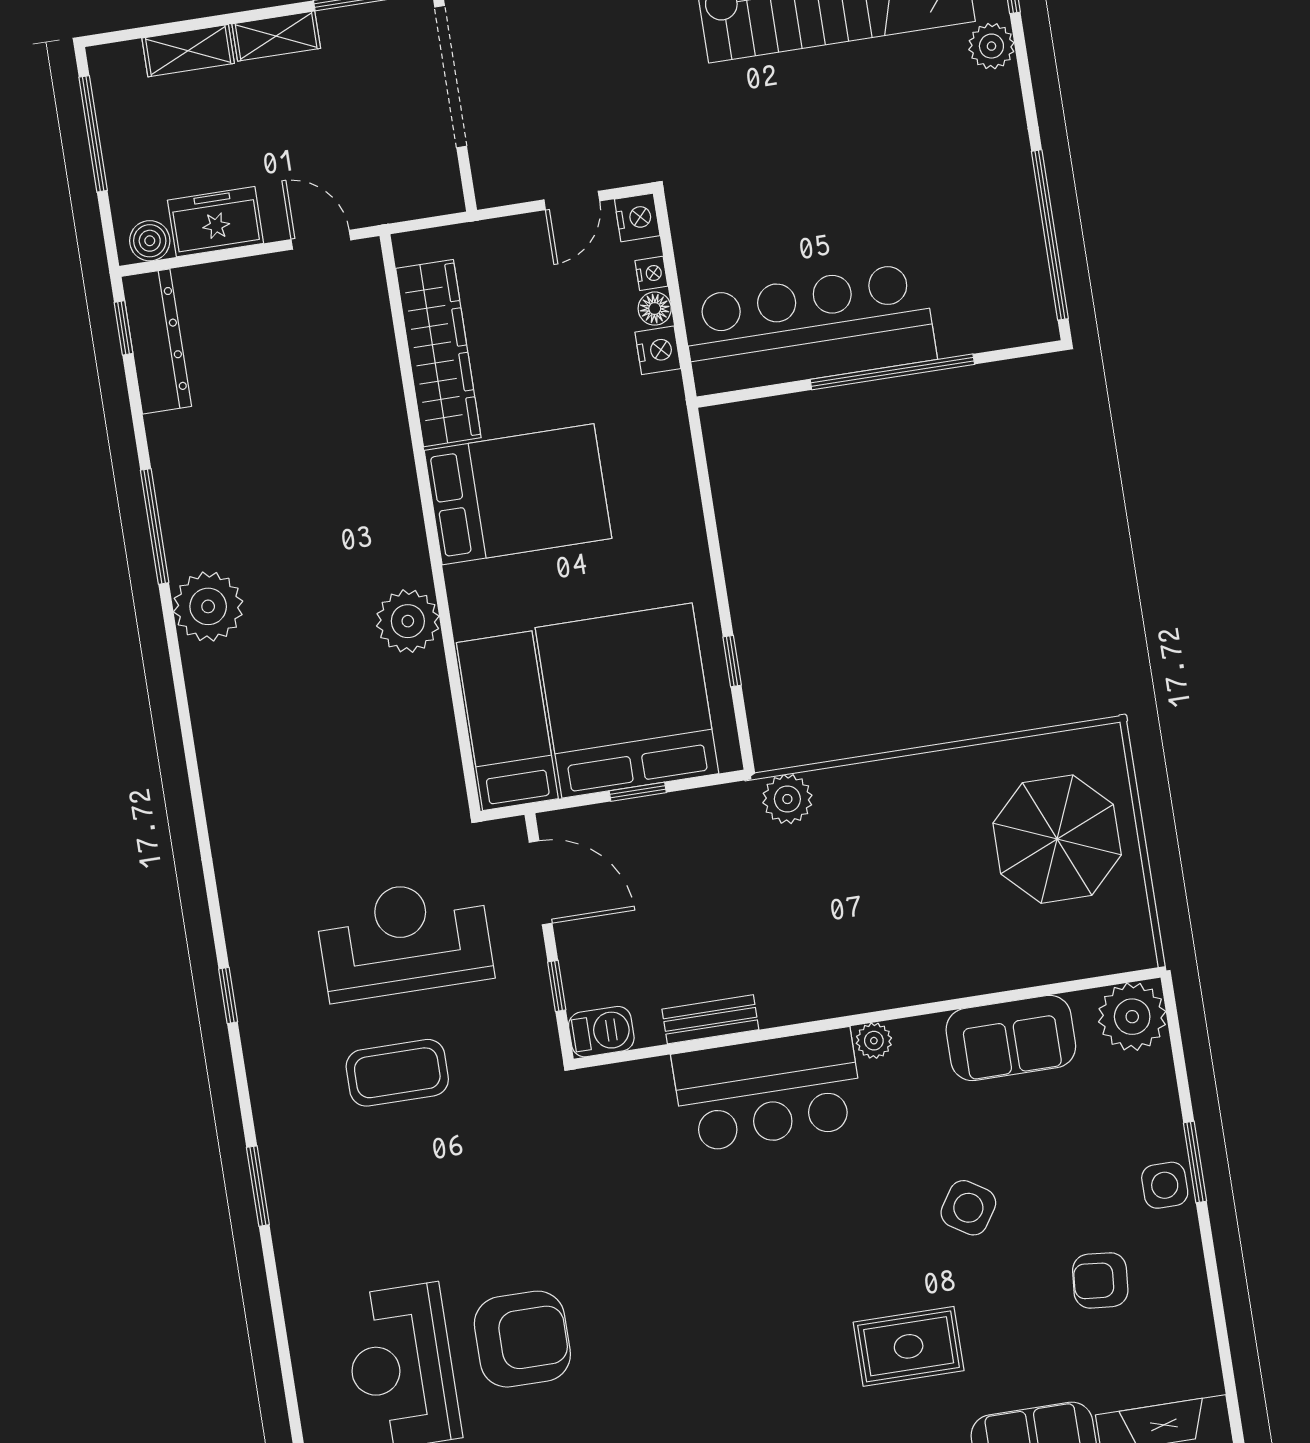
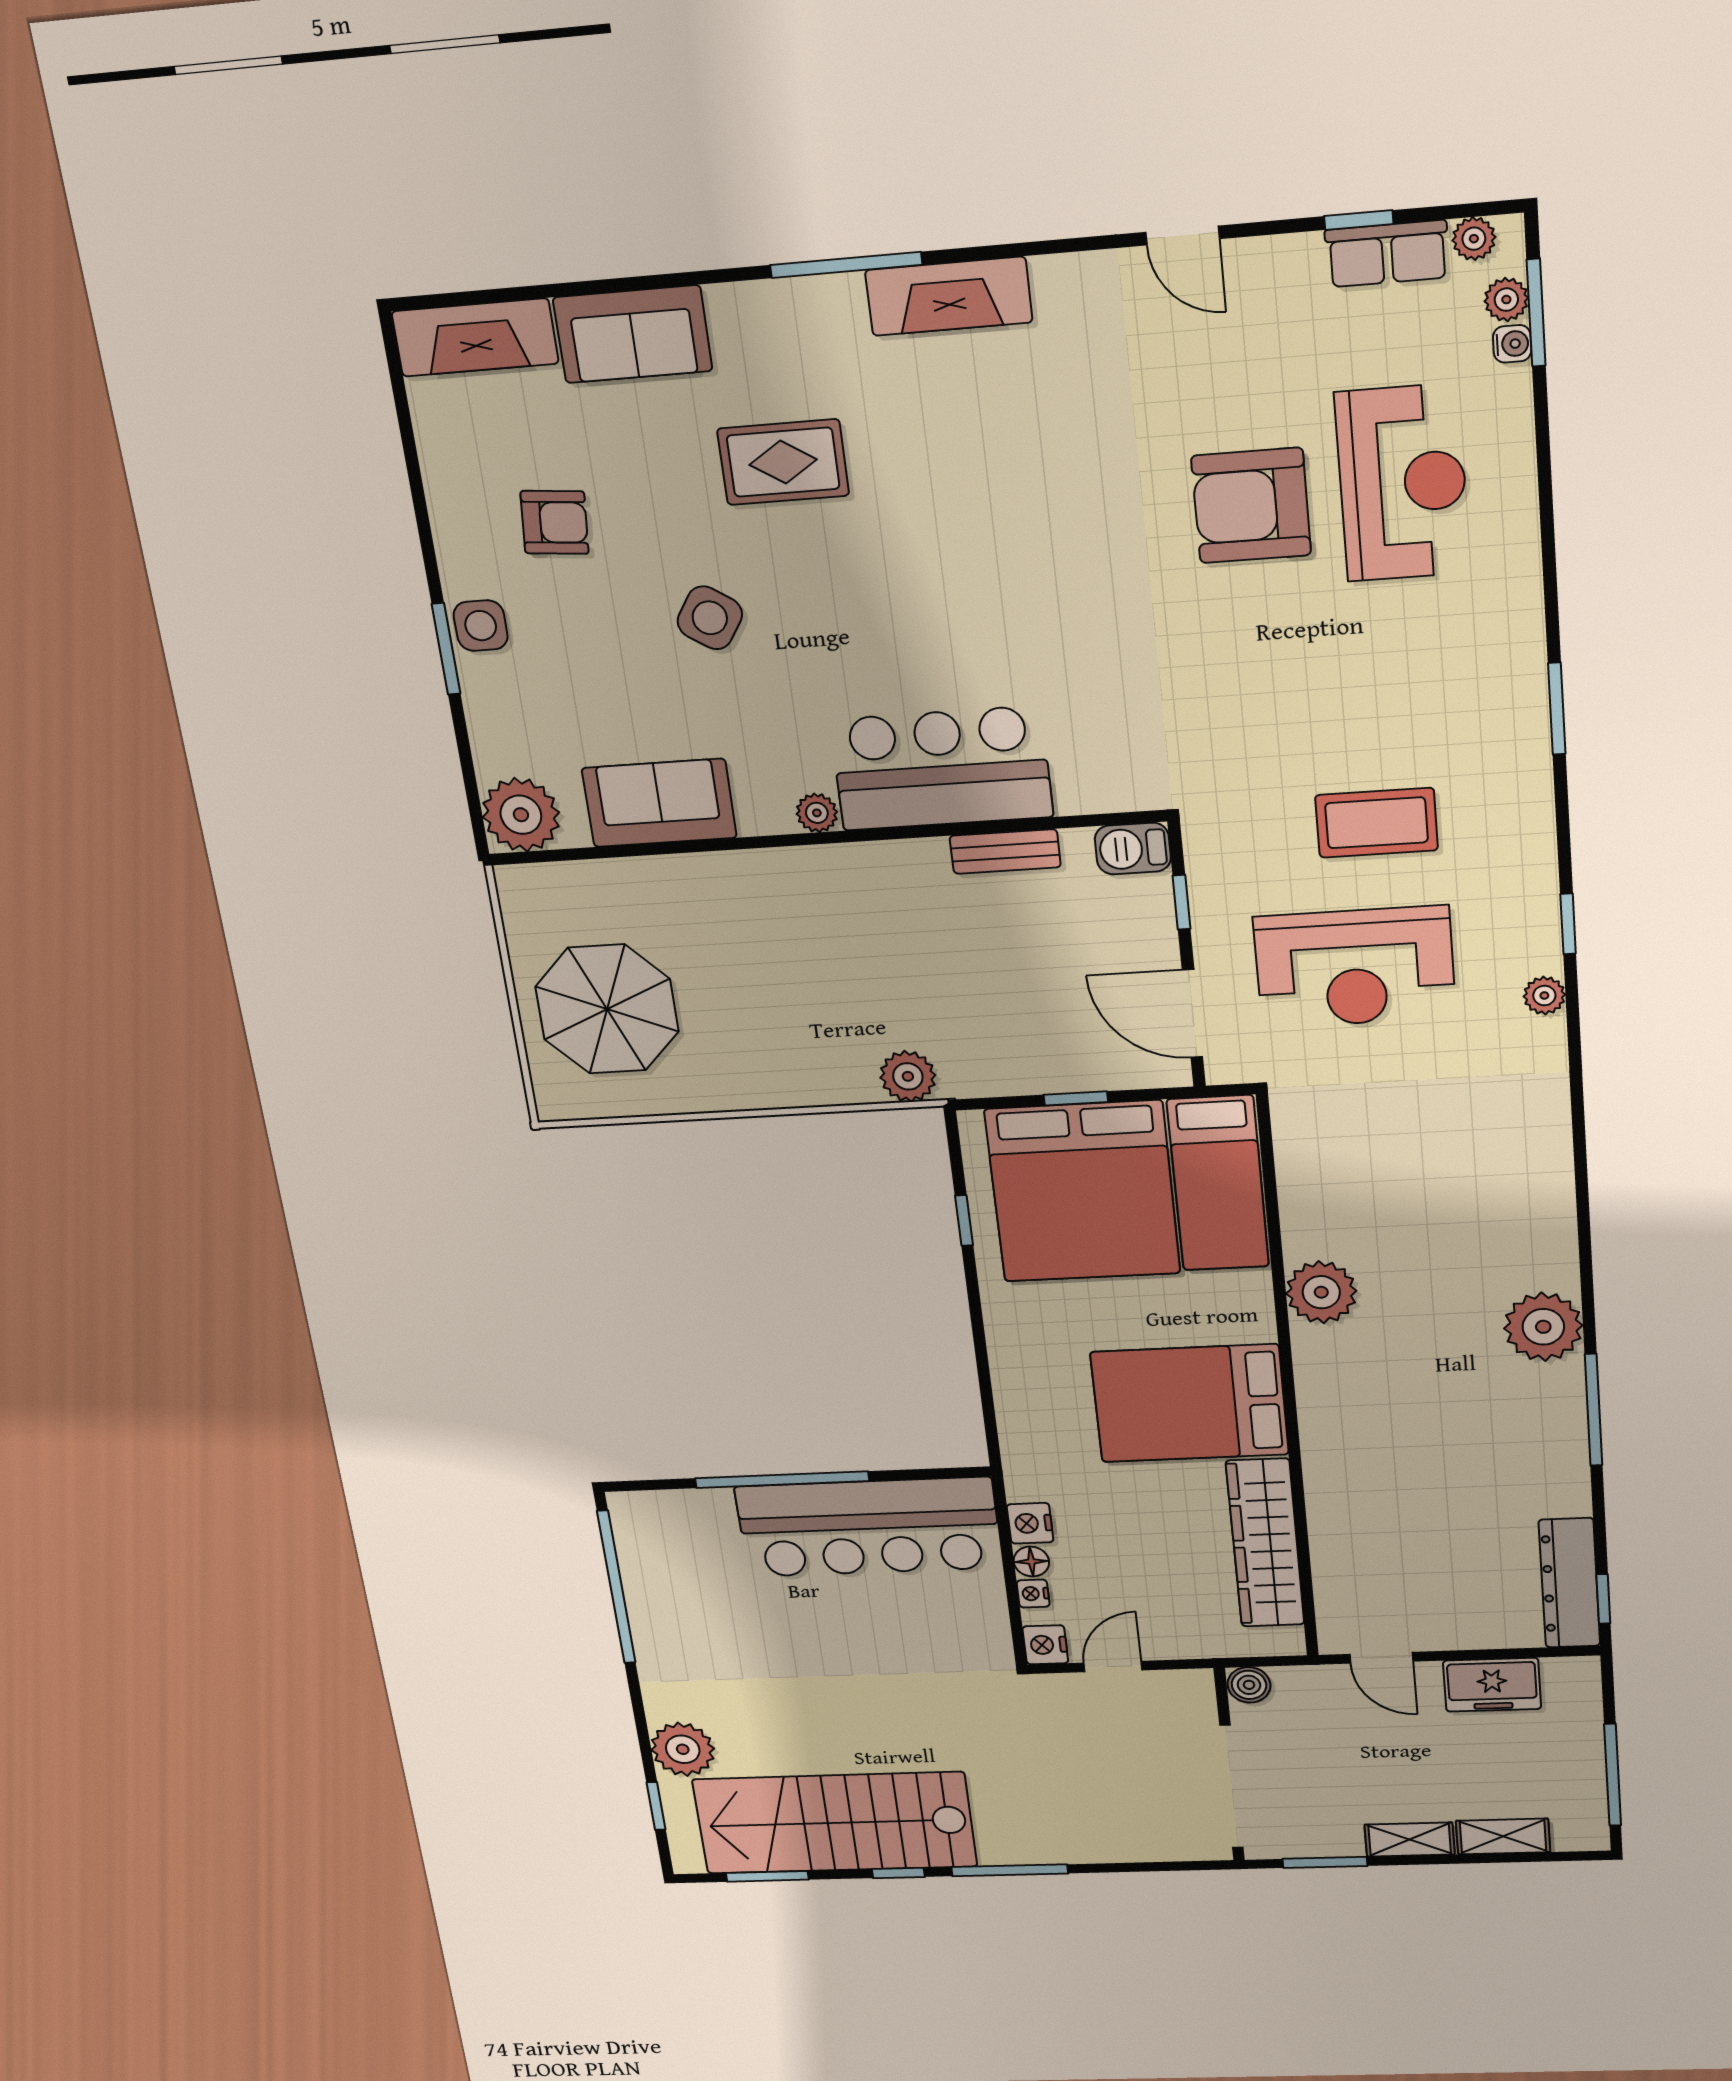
plant: (991, 46) -> (683, 1749), width x1.36, depth x1.36
boiler: (150, 241) -> (1249, 1685), moved
plant: (241, 928) -> (1544, 996), added

